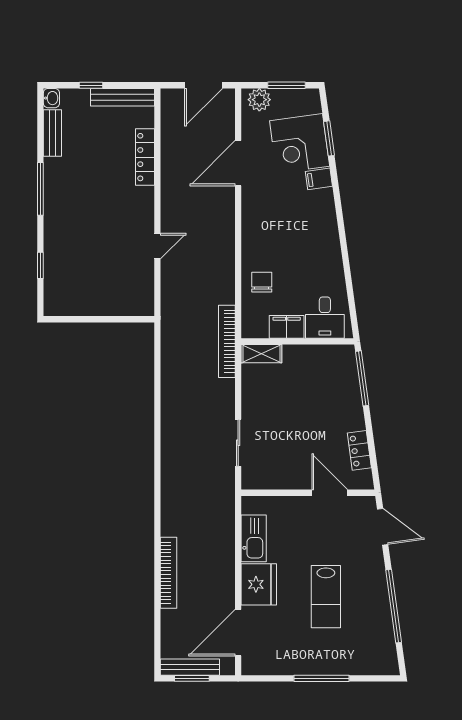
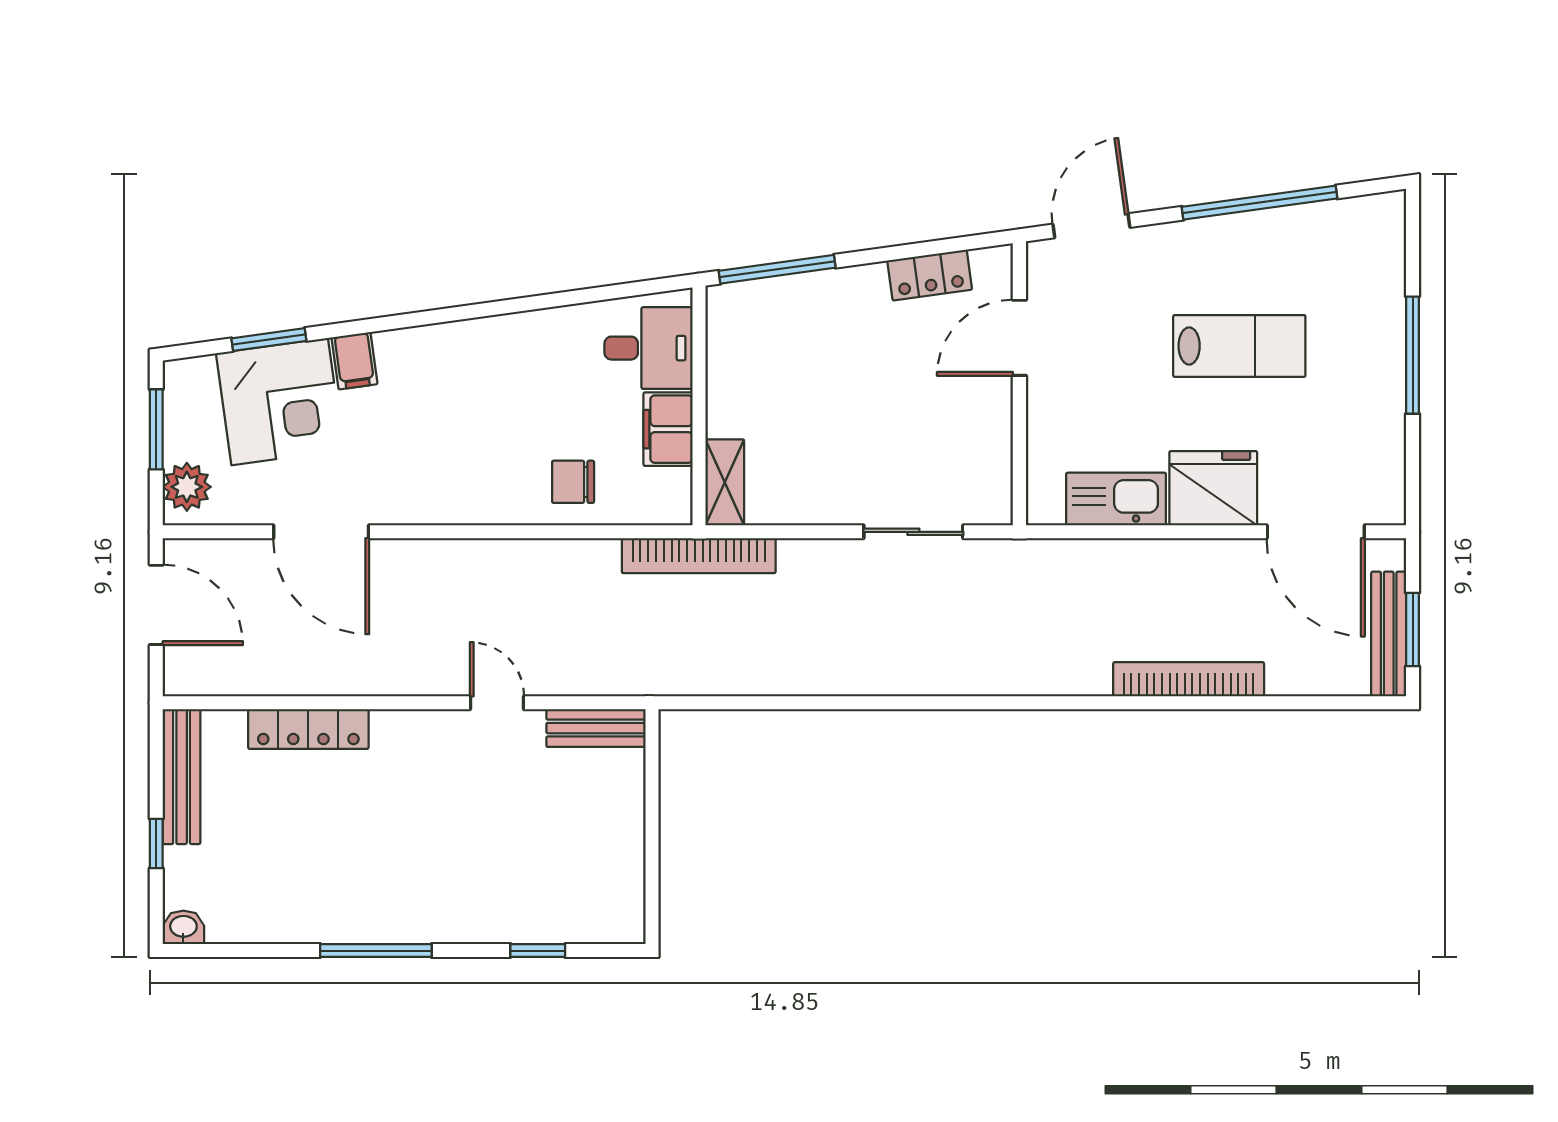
bench: (52, 133) -> (596, 728), moved

